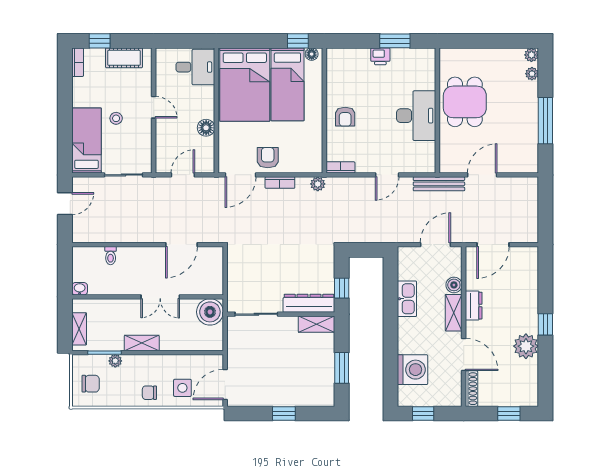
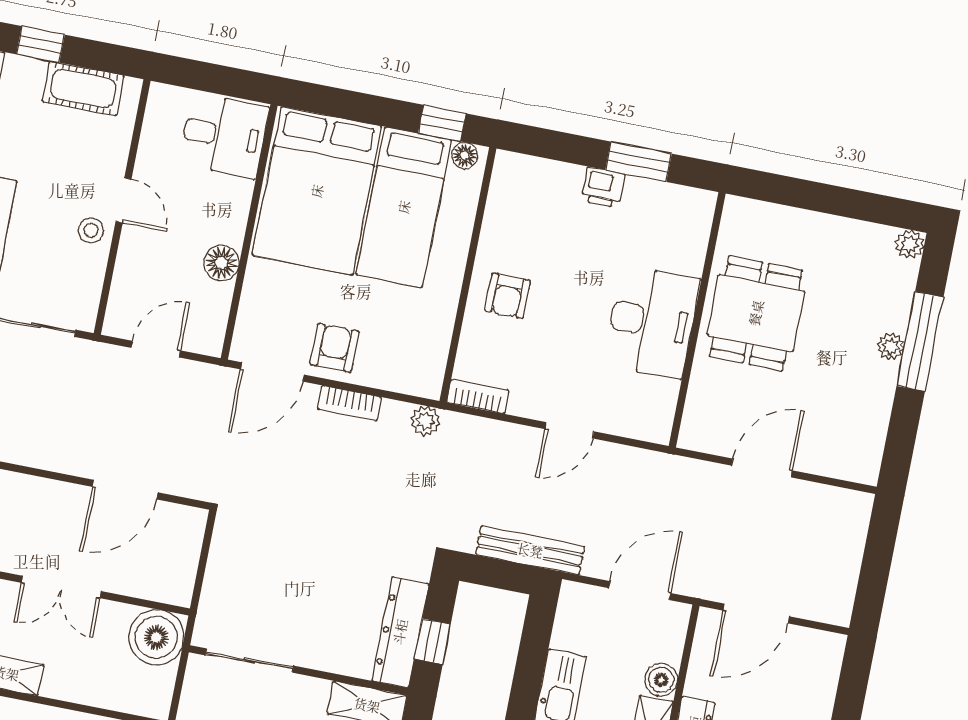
plant: (532, 74) -> (891, 346), moved
stool: (116, 118) -> (91, 230), moved
window: (545, 121) -> (920, 342), moved
bench: (439, 184) -> (530, 550), moved
dresser: (309, 303) -> (400, 632), moved, turned -90

